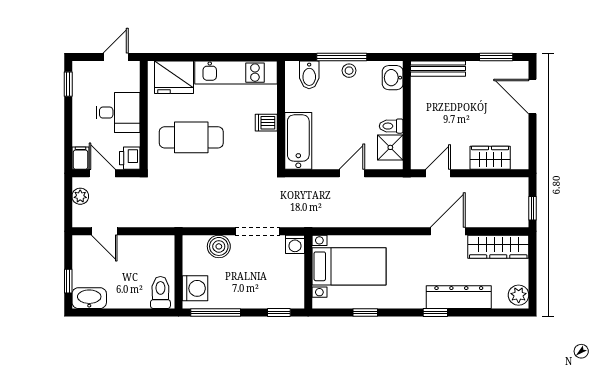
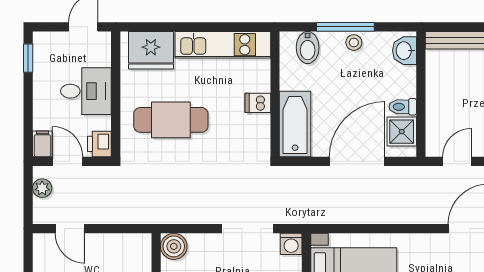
door: (352, 173) -> (357, 161), width x1.88
boiler: (219, 246) -> (174, 246), moved

